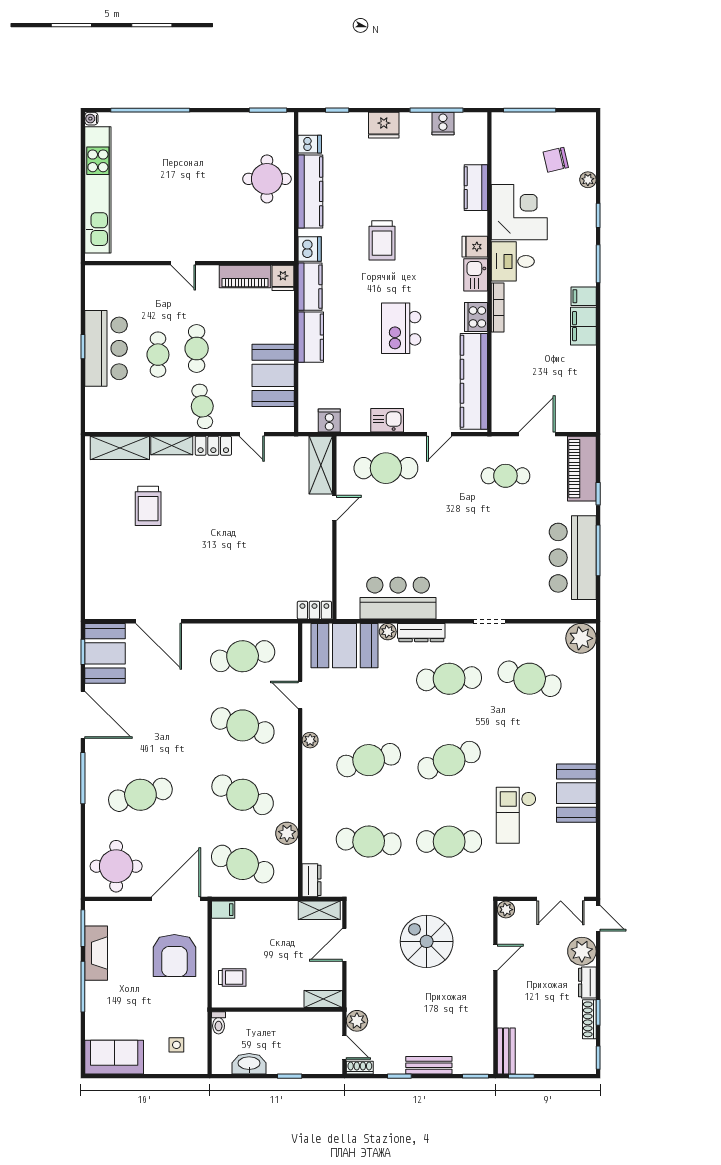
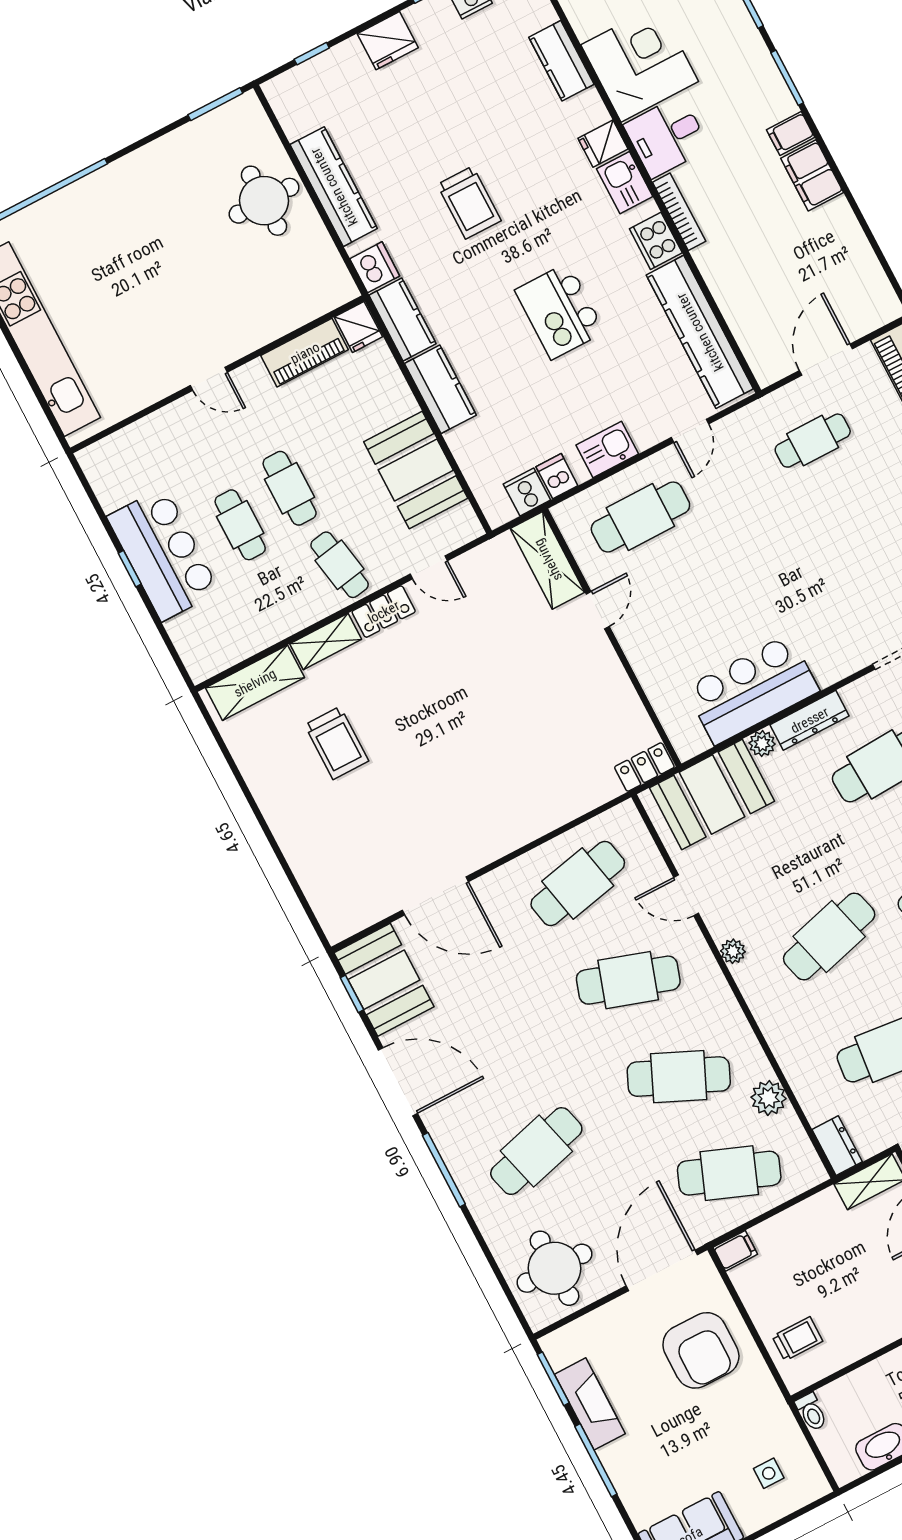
dishwasher: (310, 144) -> (557, 476), moved, turned -90

